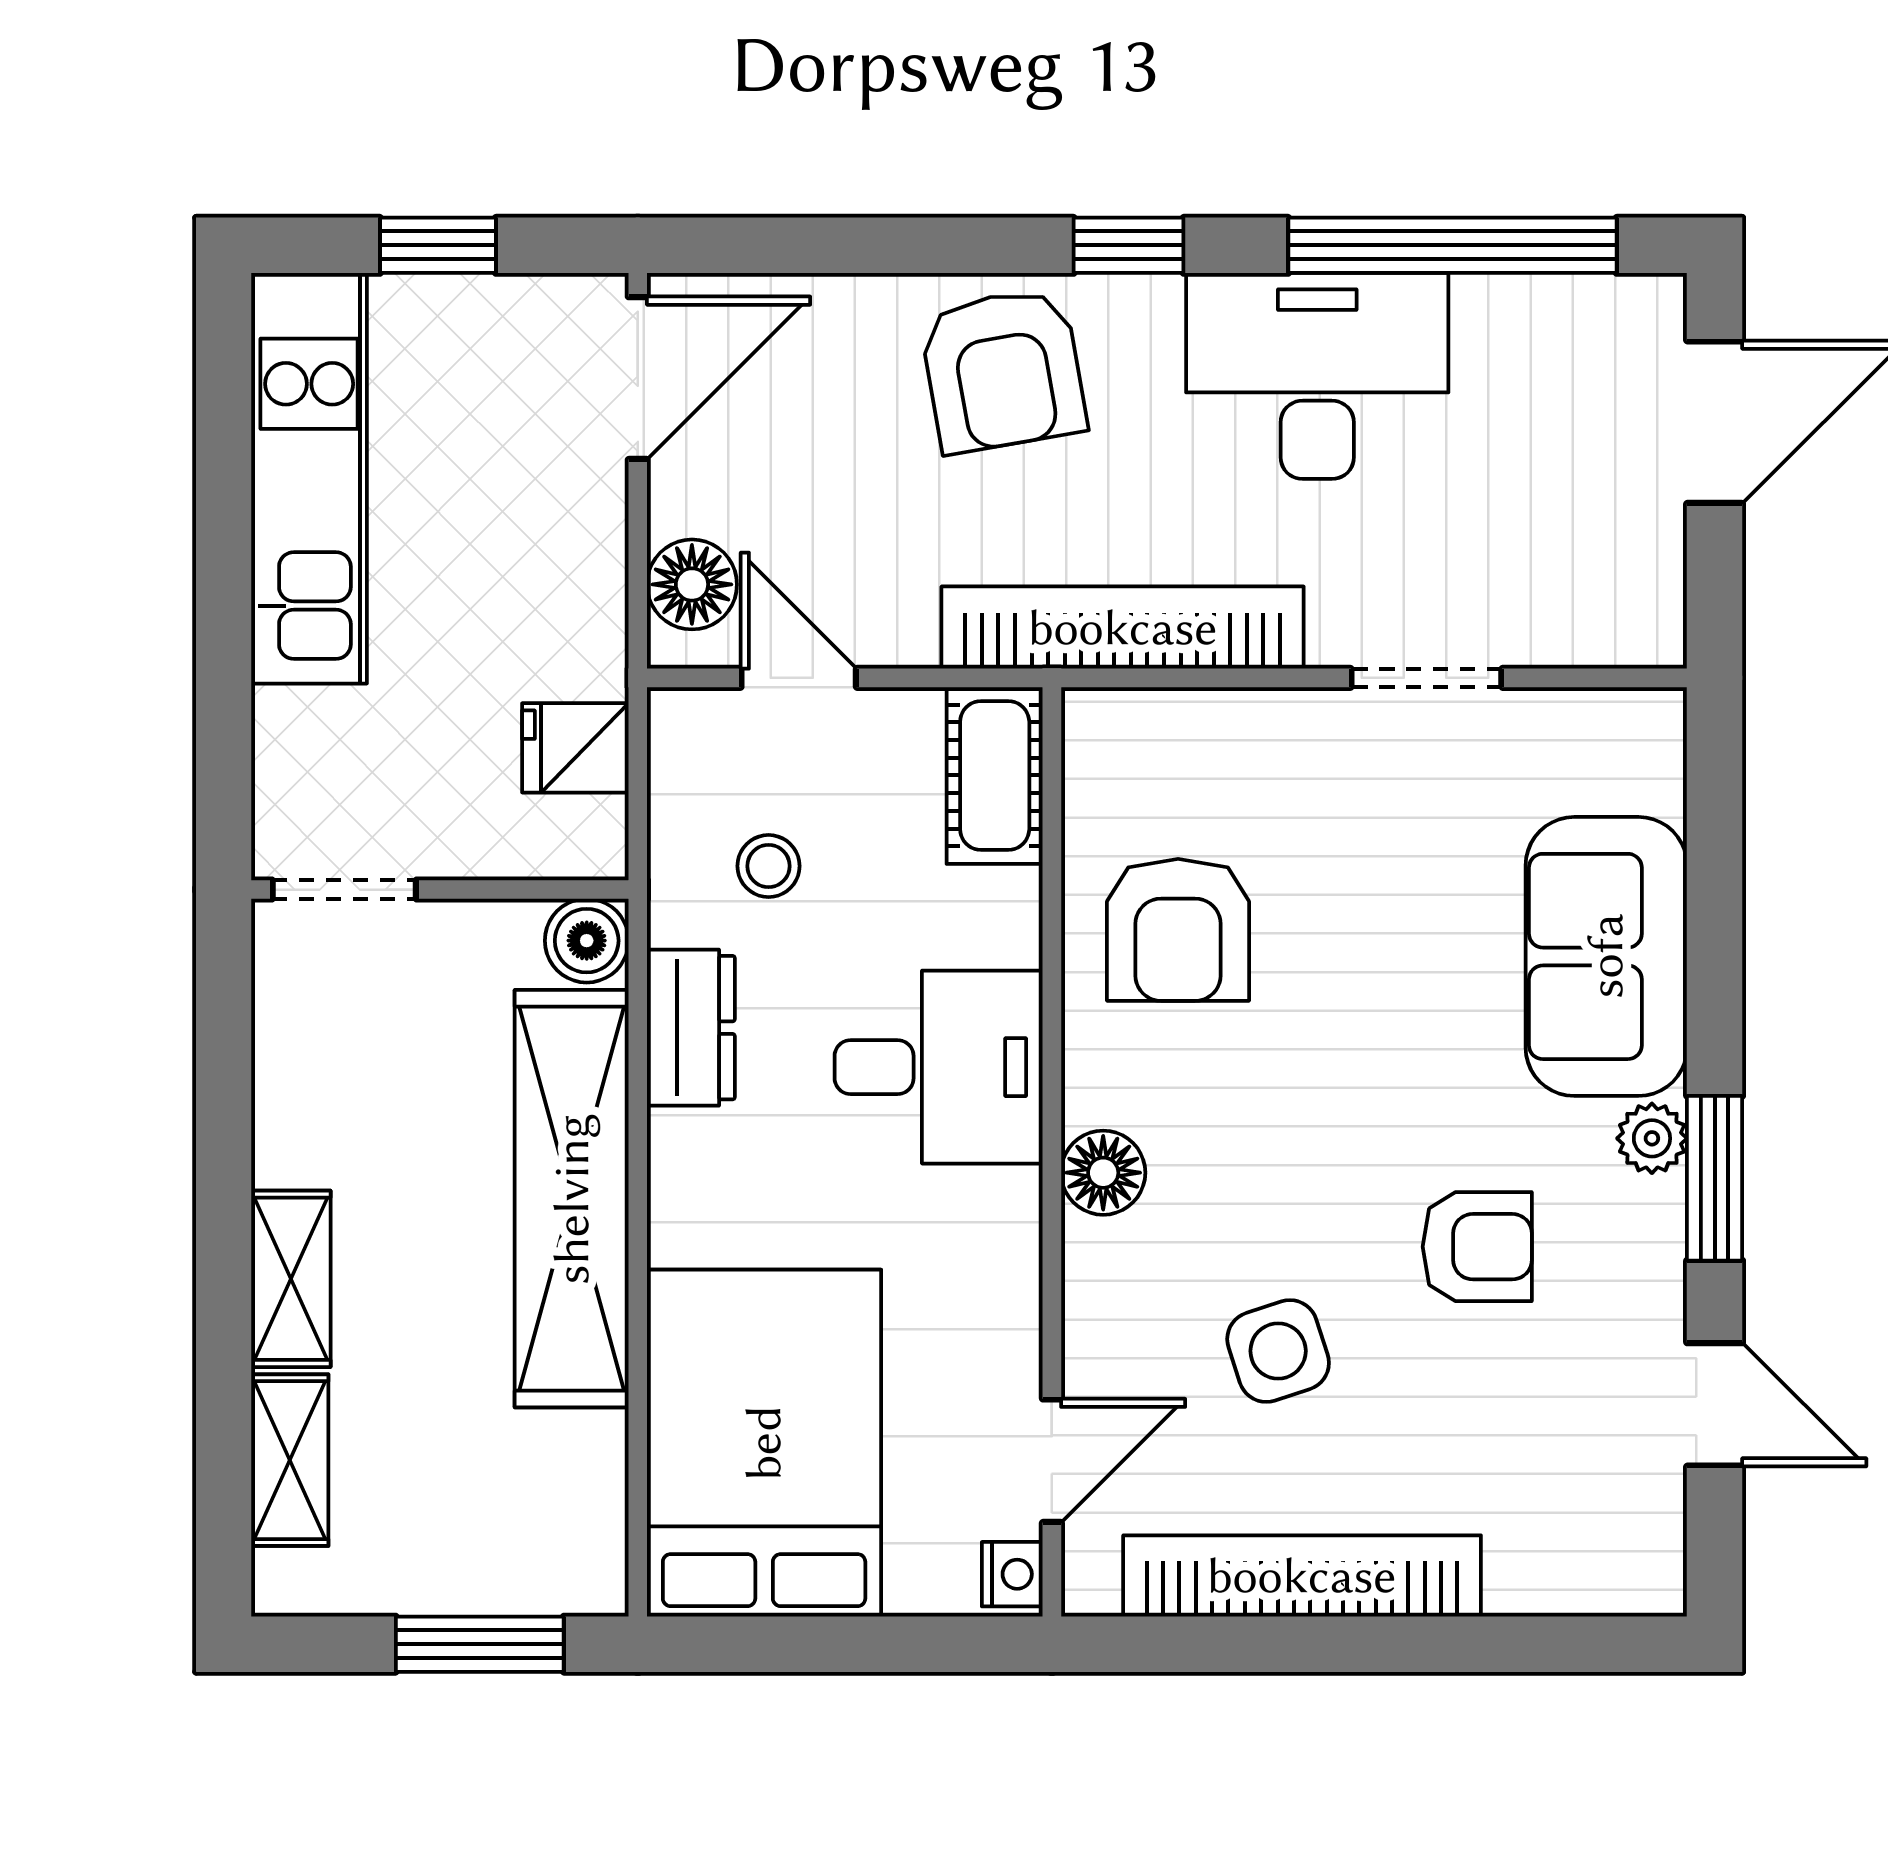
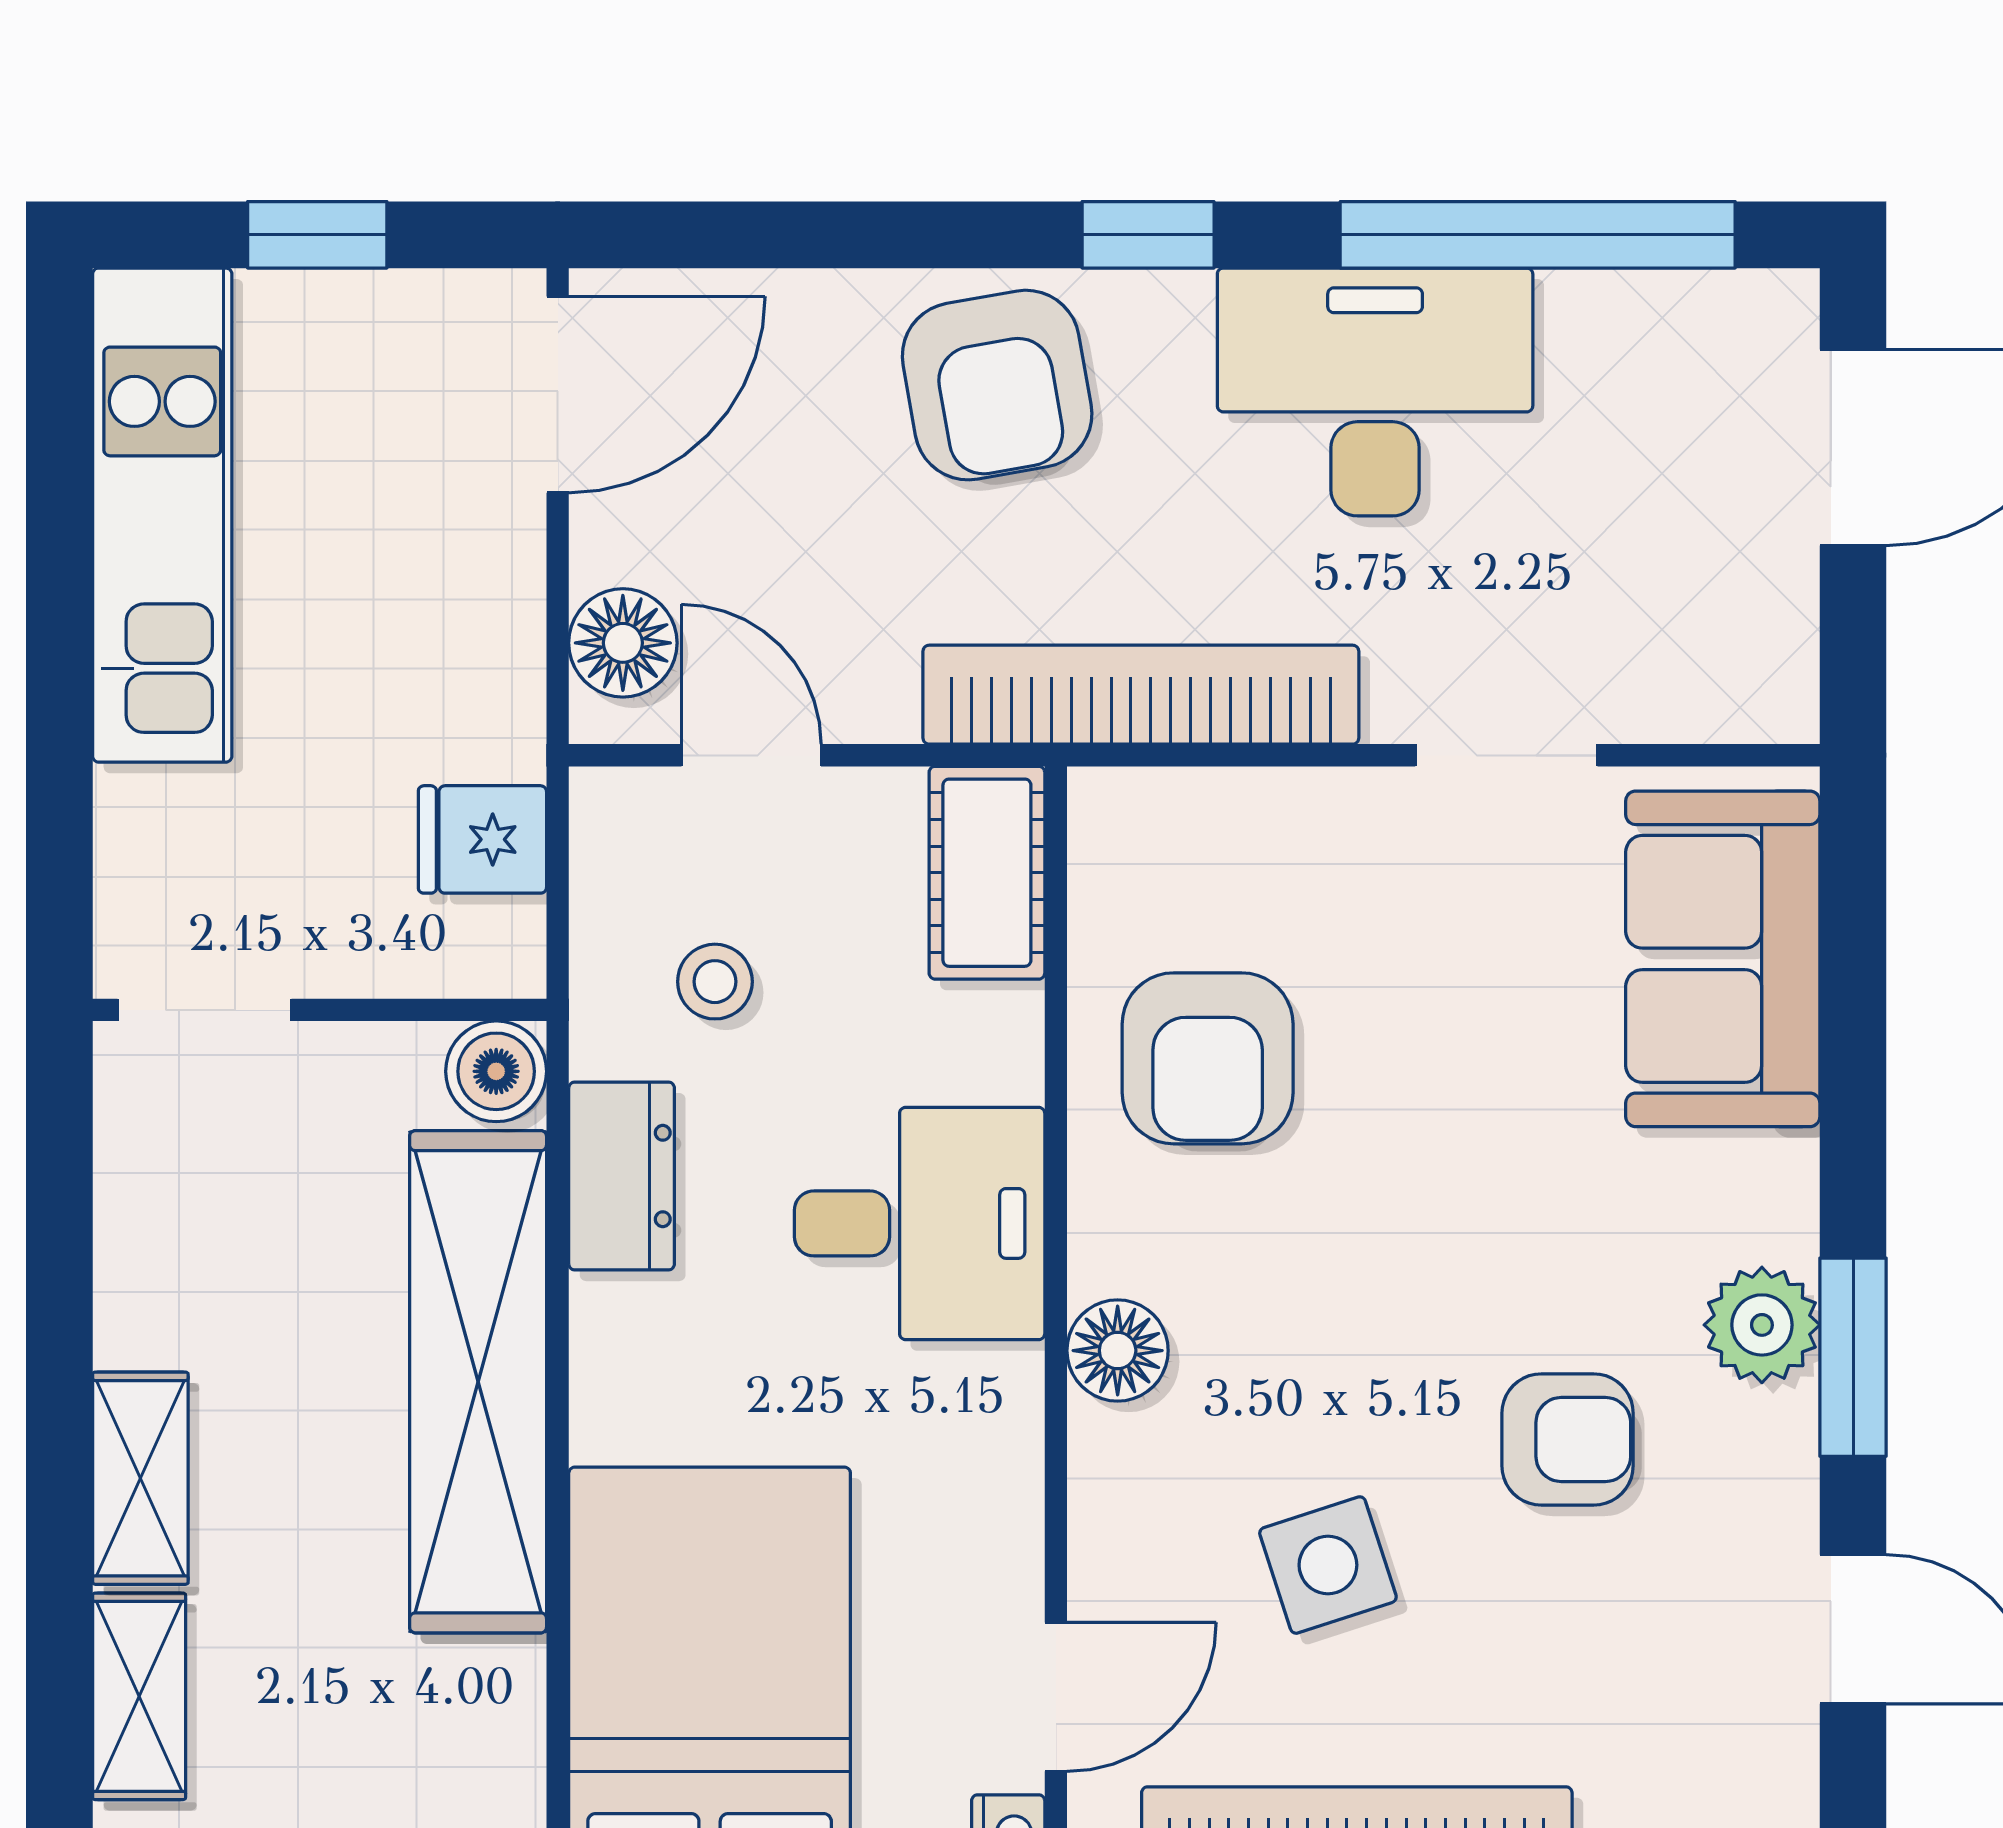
sofa: (1606, 956) -> (1723, 959), moved
plant: (1652, 1138) -> (1762, 1325), width x1.38, depth x1.38

